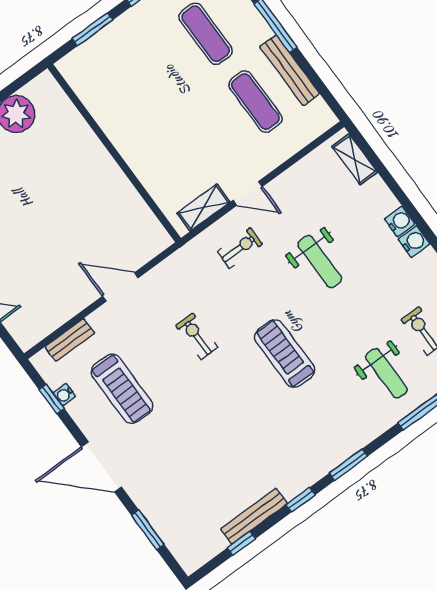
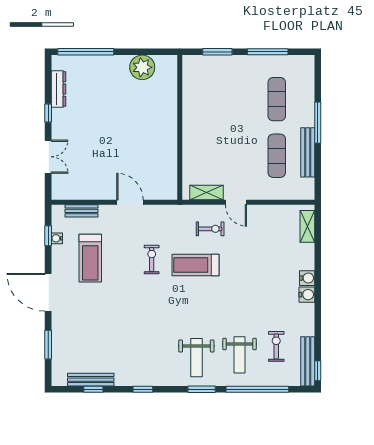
weight bench: (320, 262) -> (196, 358), moved
treadmill: (285, 354) -> (195, 265), moved, turned -90
window: (348, 465) -> (202, 389), moved
bench: (254, 516) -> (91, 380), moved

